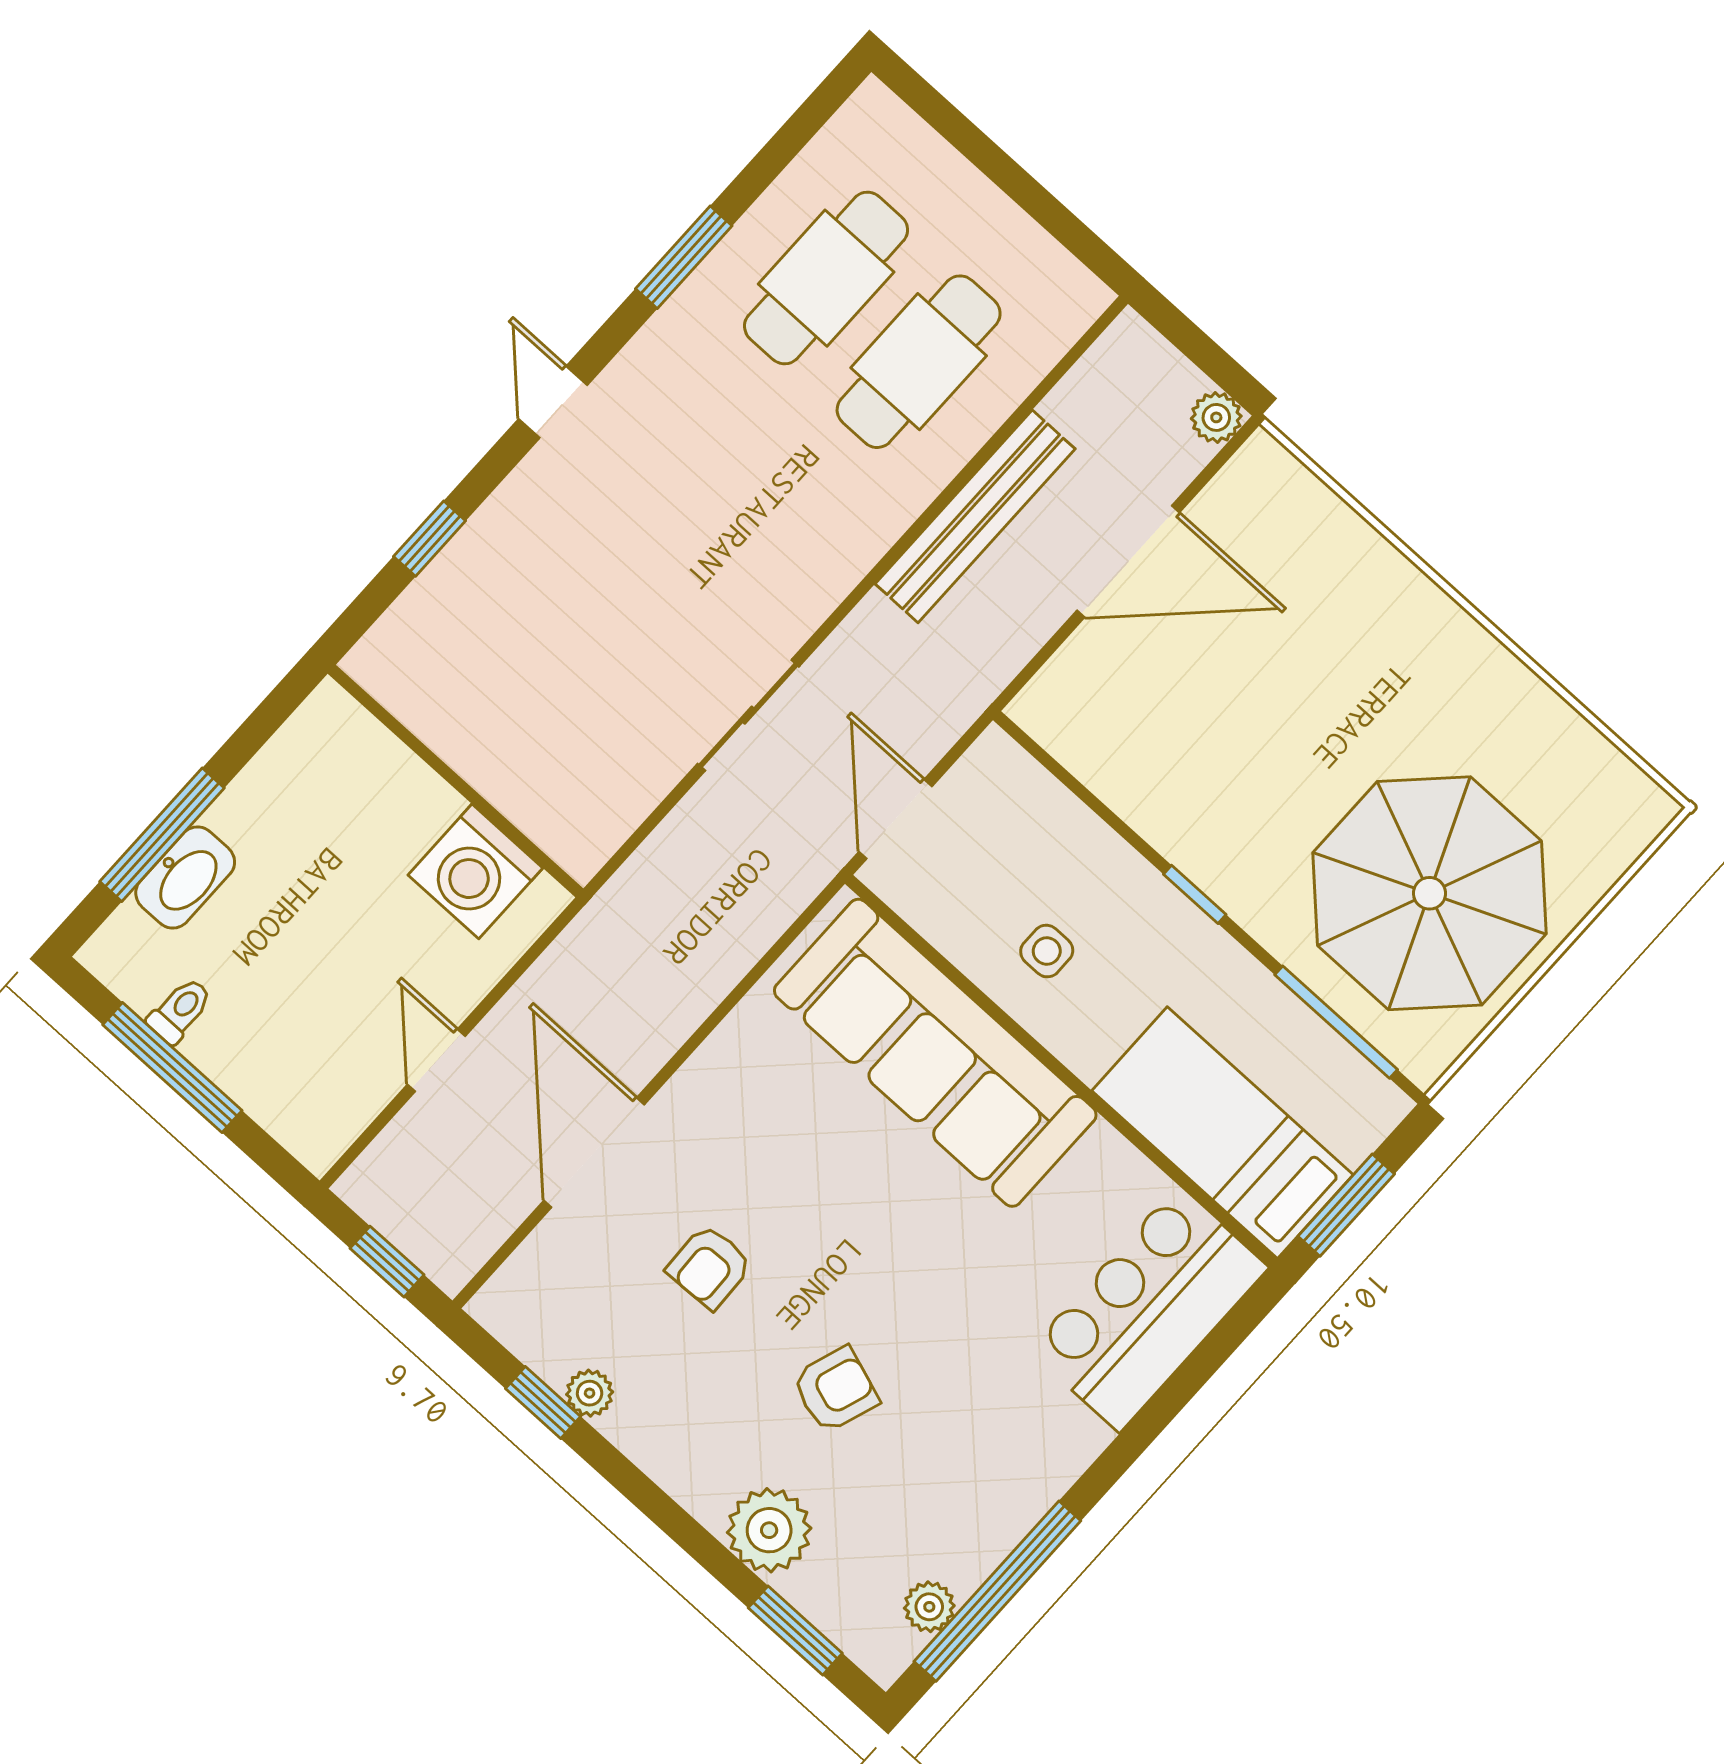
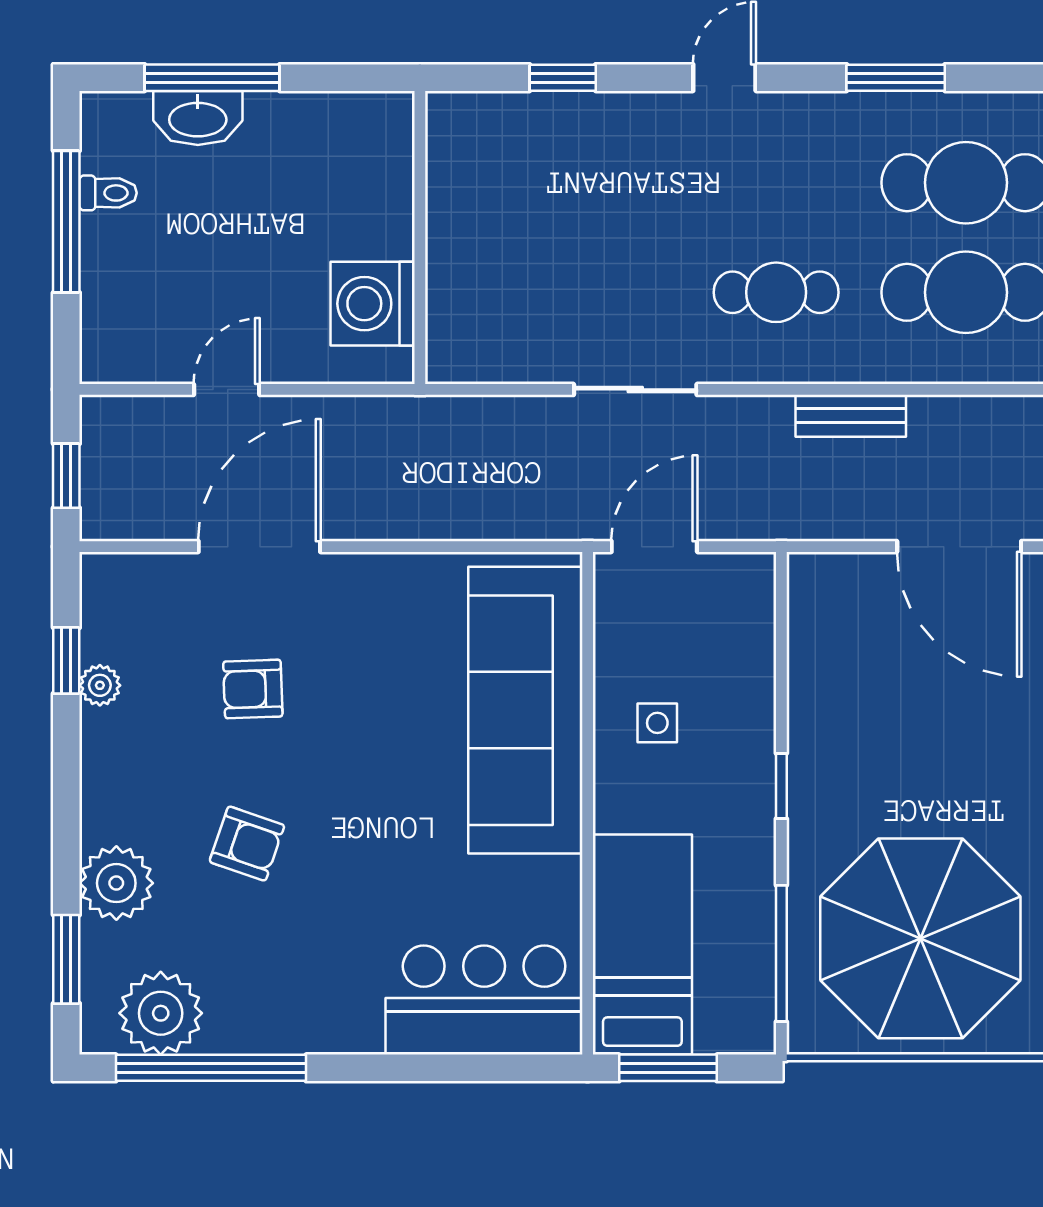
bench: (975, 516) -> (851, 416), width x0.54, depth x0.82
cafe table: (774, 522) -> (776, 292), added
plant: (929, 1607) -> (161, 1013), width x1.88, depth x1.88

